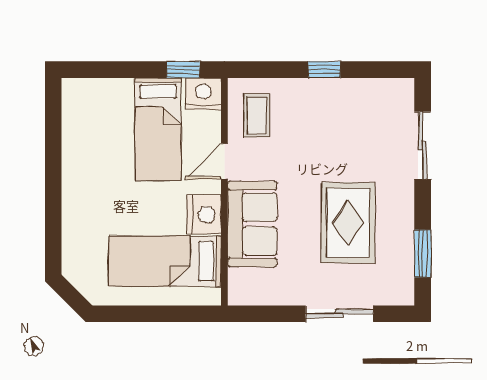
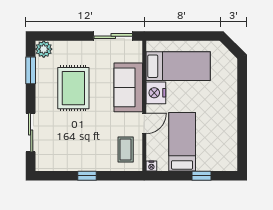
window: (183, 70) -> (201, 176), moved
nightstand: (203, 94) -> (151, 166), width x0.53, depth x0.56
plant: (400, 291) -> (44, 49), added
sliding door: (339, 314) -> (113, 36), moved

